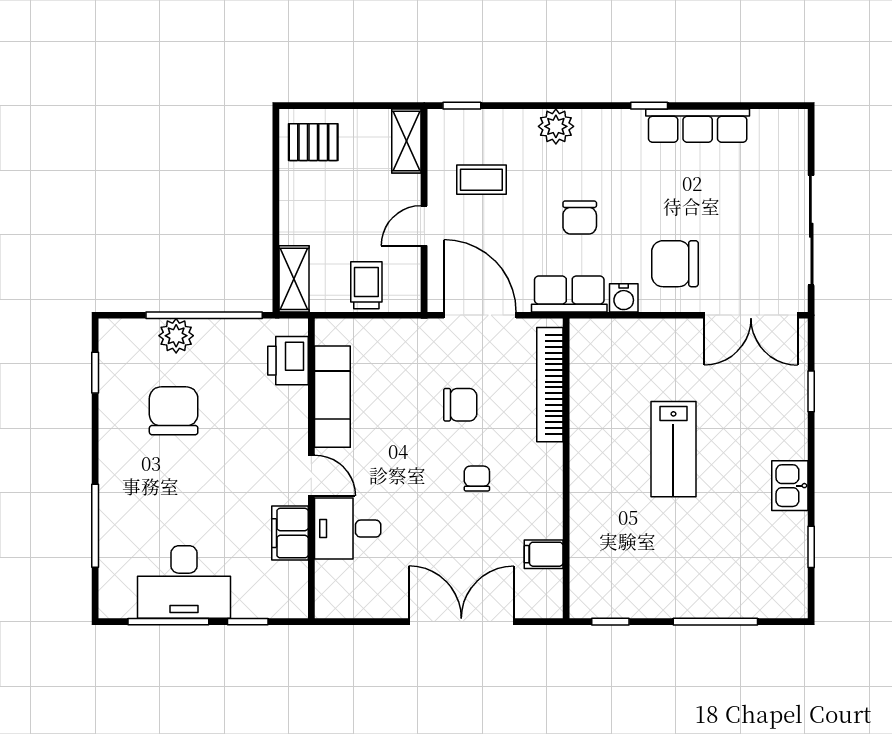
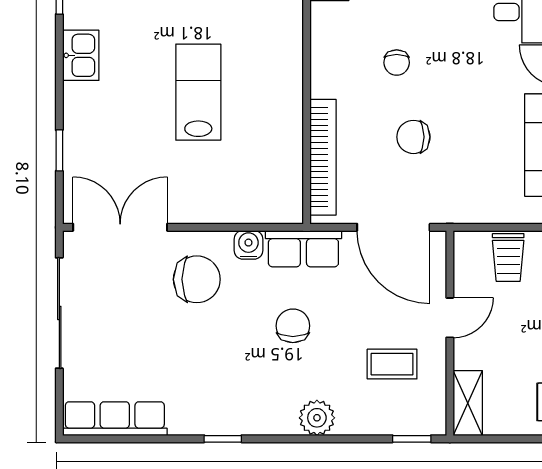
row of seats: (698, 126) -> (115, 419), moved

